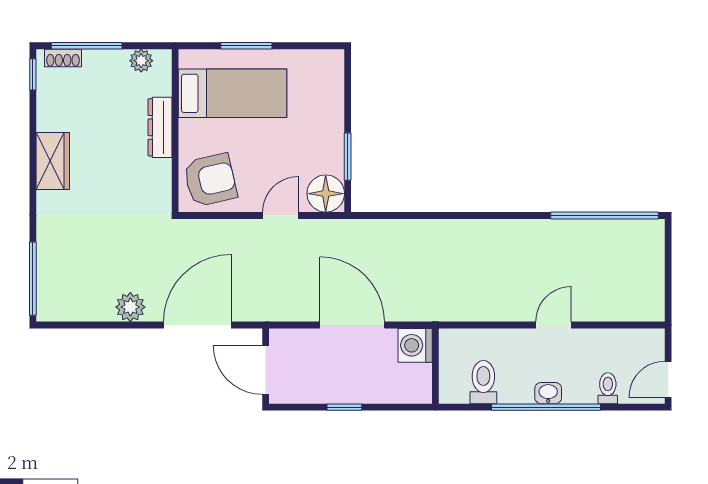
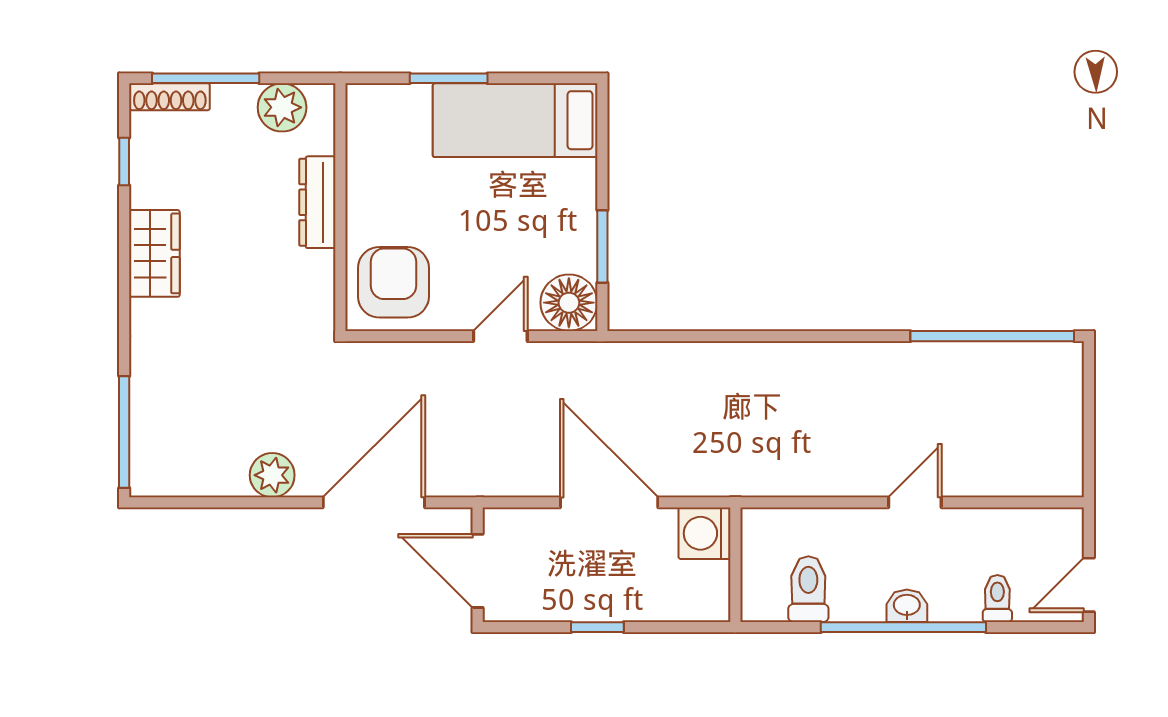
shoe rack: (63, 58) -> (170, 97), width x1.43
plant: (141, 61) -> (282, 107), width x1.38, depth x1.38
window: (33, 74) -> (124, 162), moved
bed: (233, 93) -> (515, 120), moved, turned 180
armchair: (210, 180) -> (393, 282), turned -77

